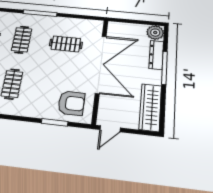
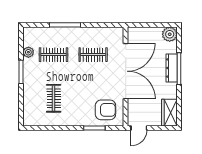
clothes rail: (22, 40) -> (54, 55), turned 90
dresser: (156, 55) -> (172, 68), moved
wardrobe: (150, 107) -> (169, 113), width x0.67

